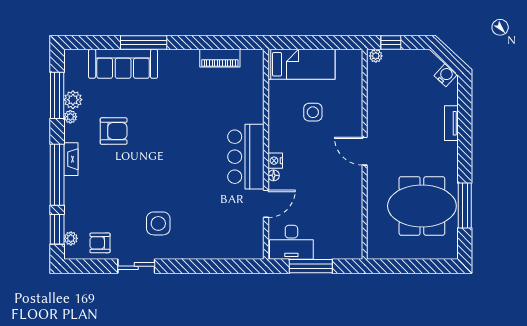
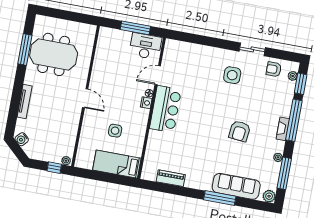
plant: (73, 100) -> (269, 196), moved
tv unit: (451, 123) -> (25, 101), width x1.41
armchair: (114, 131) -> (240, 131), moved, turned -84
armchair: (100, 243) -> (274, 69), turned 180

